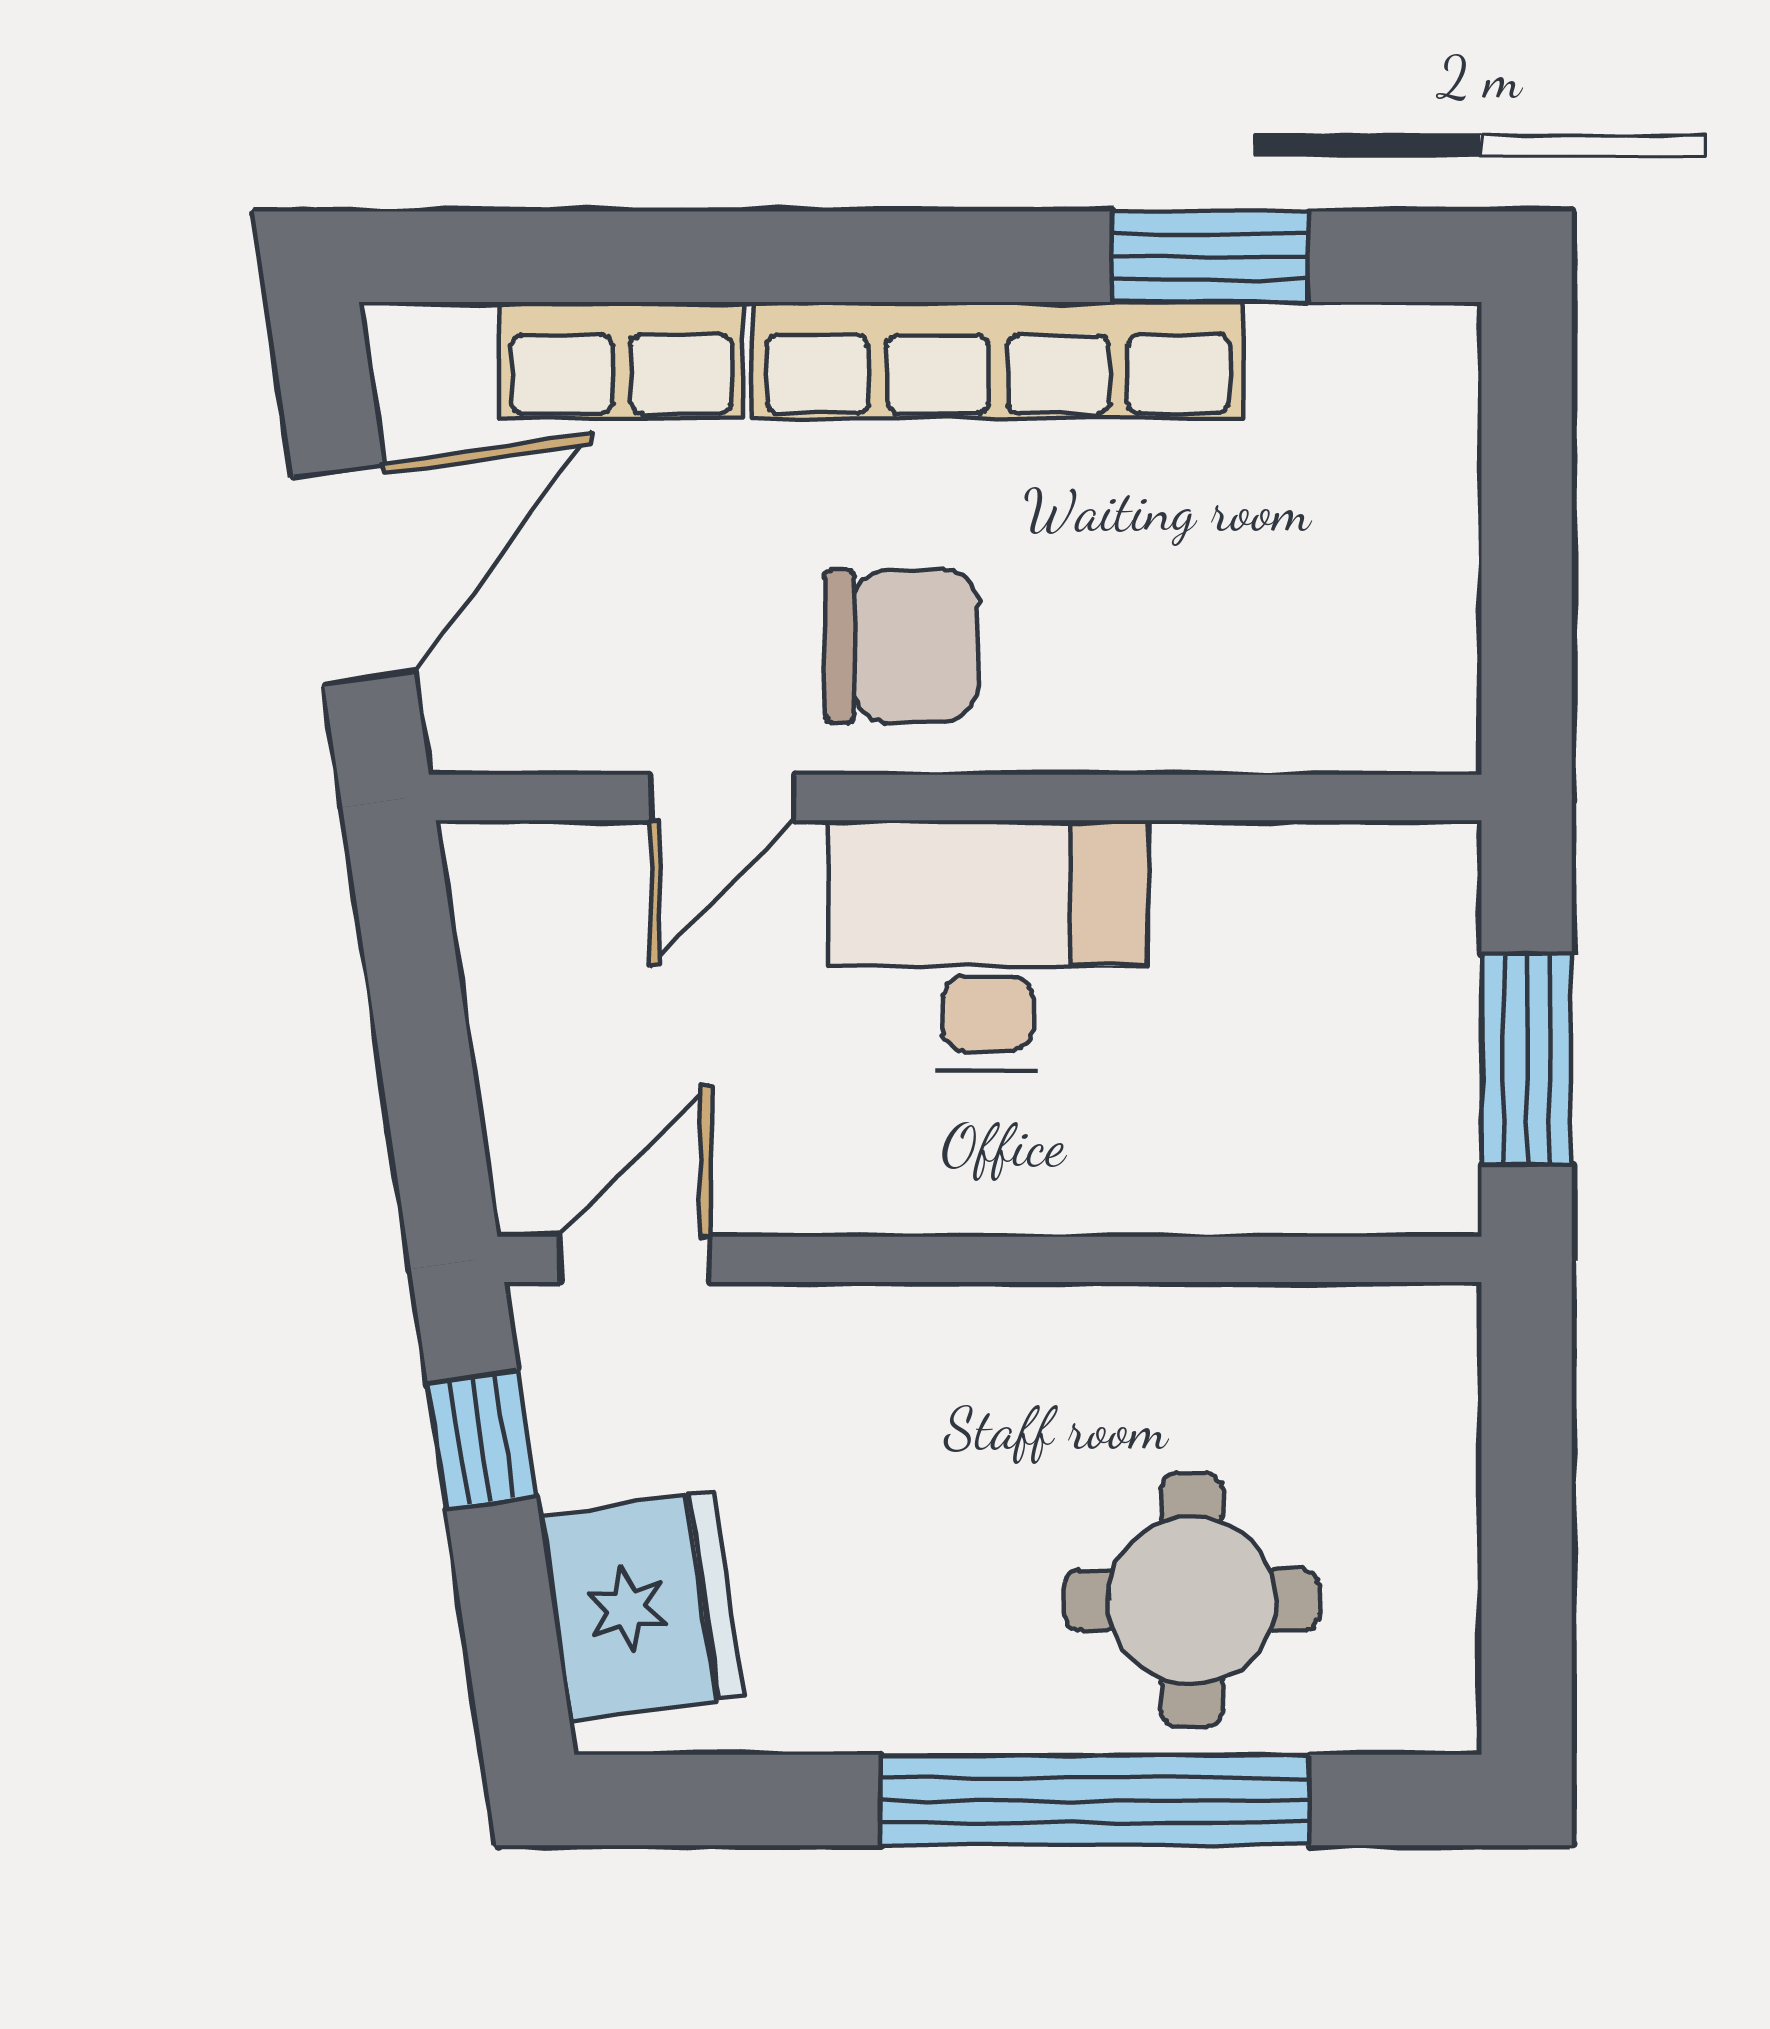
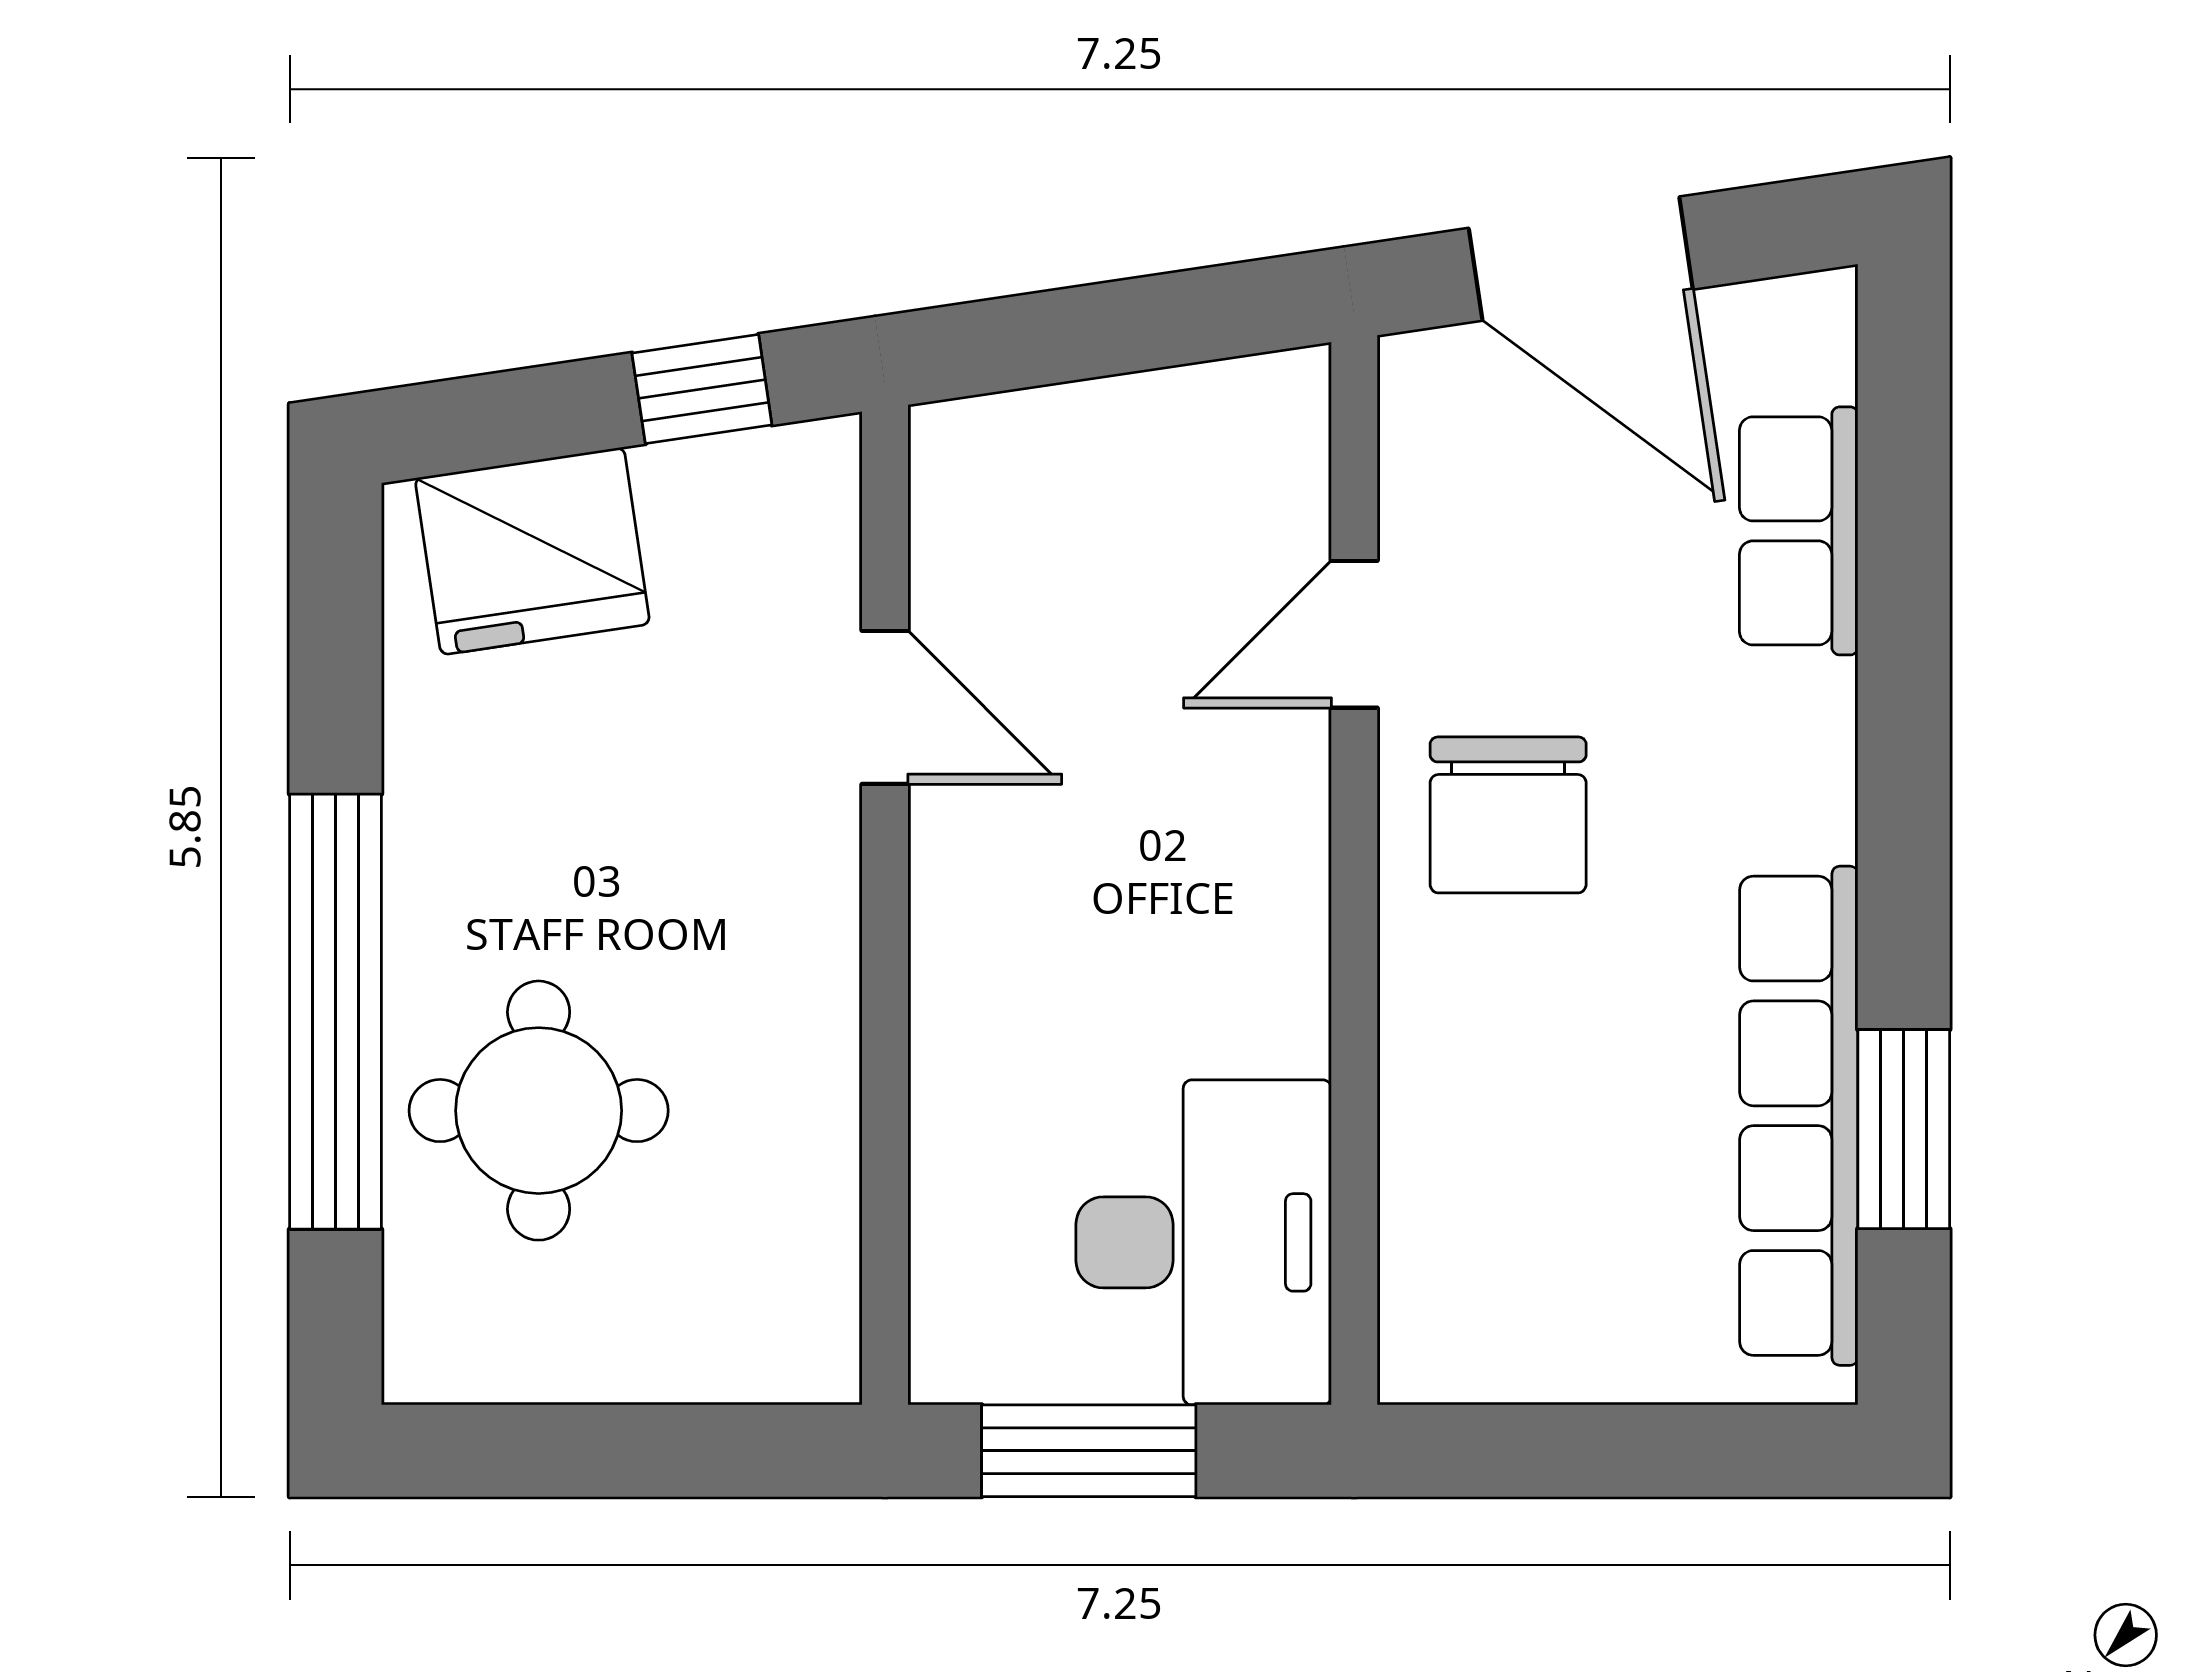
row of seats: (998, 360) -> (1799, 1116), moved
door: (723, 797) -> (1354, 634), hinge flipped
desk: (988, 946) -> (1204, 1242), moved
door: (635, 1259) -> (885, 707), moved

